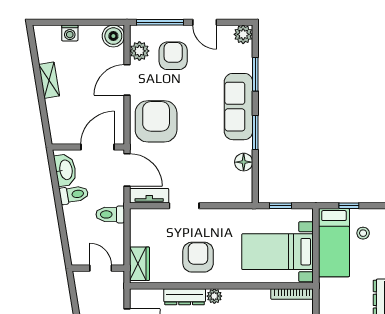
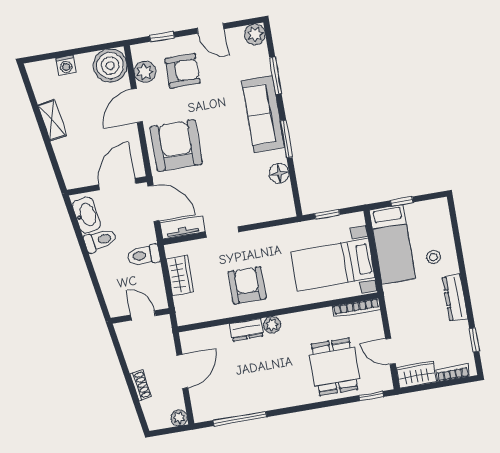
window: (160, 22) -> (162, 37), width x0.46
boiler: (113, 36) -> (110, 66), width x1.37, depth x1.37
armchair: (173, 56) -> (183, 71), turned 90
stool: (363, 233) -> (434, 257), moved
wardrobe: (140, 264) -> (180, 275), moved
dresser: (185, 297) -> (247, 330), width x0.70

